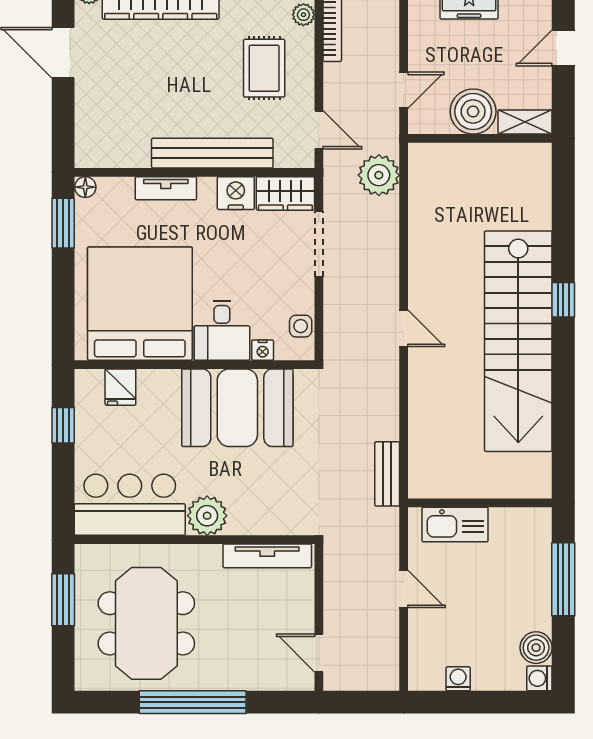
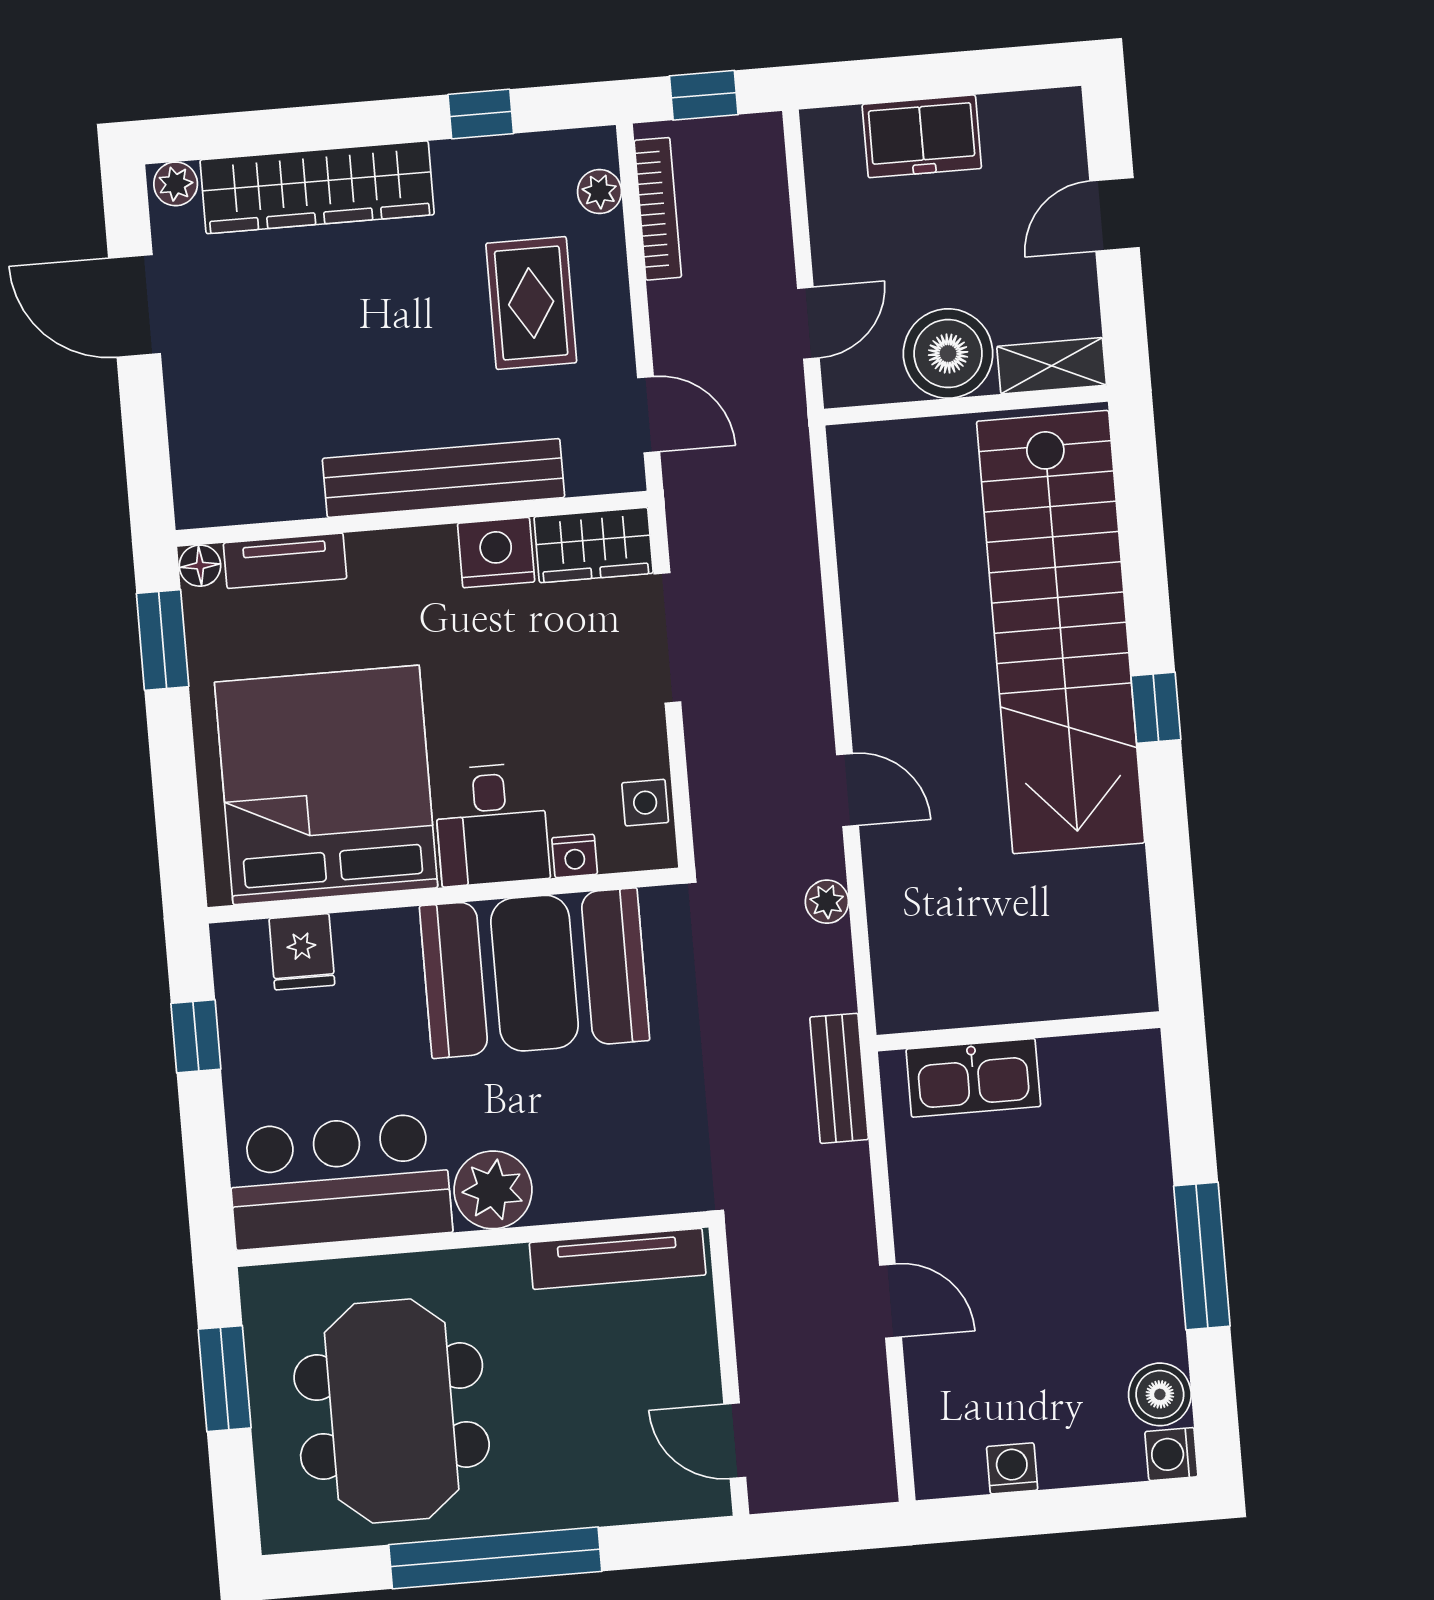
plant: (379, 175) -> (827, 902), moved, width x0.53, depth x0.53
tv unit: (166, 188) -> (285, 561), moved
stairs: (518, 341) -> (1061, 632), moved
wall: (480, 503) -> (1018, 1031), moved
kitchen sink: (455, 525) -> (973, 1078), moved

